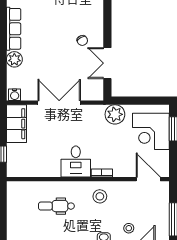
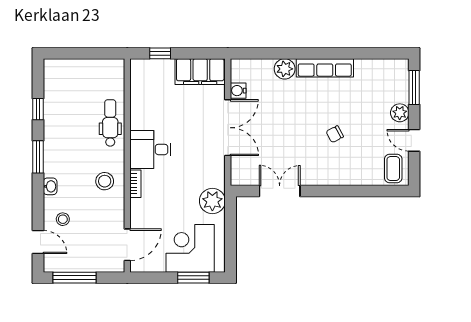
chair: (82, 40) -> (335, 134), moved
water cooler: (15, 95) -> (238, 91), moved
dental chair: (56, 206) -> (110, 123), moved

